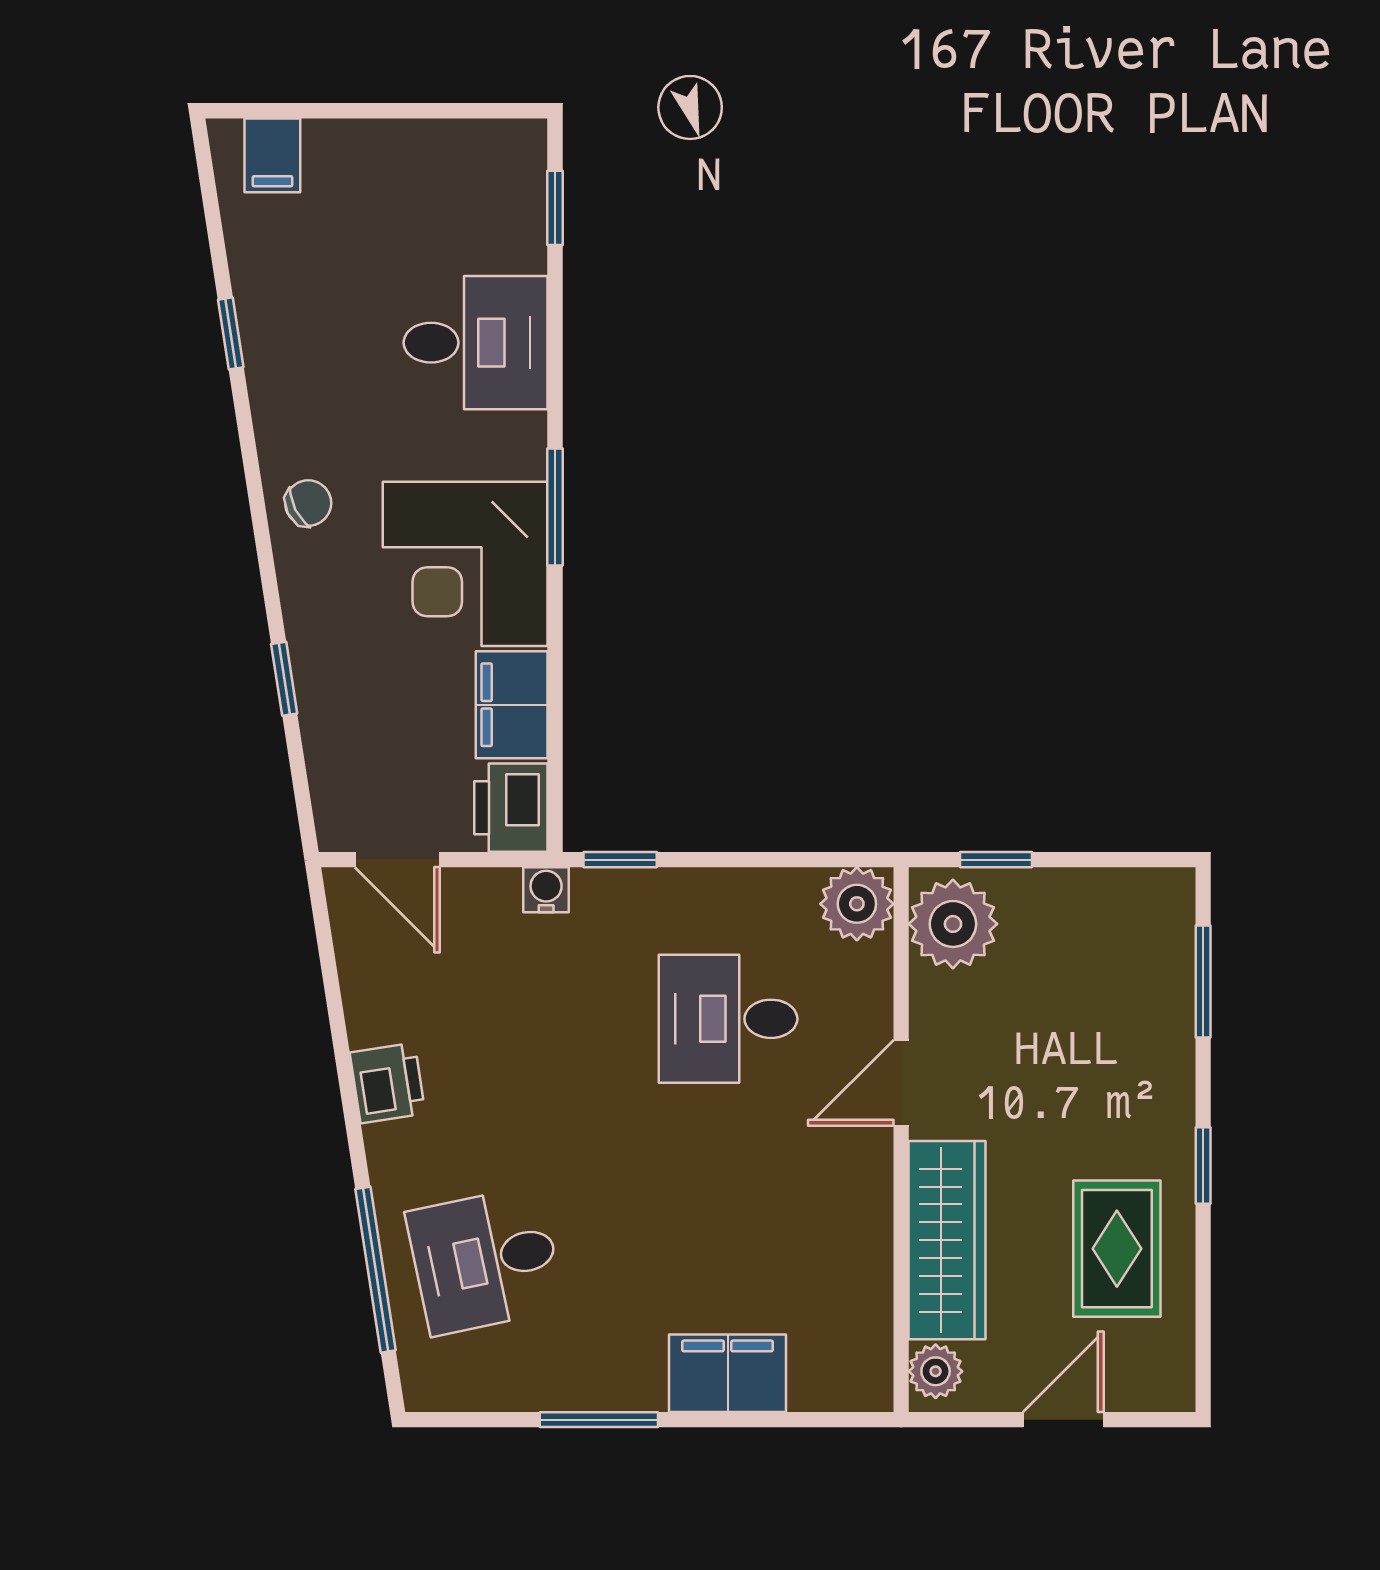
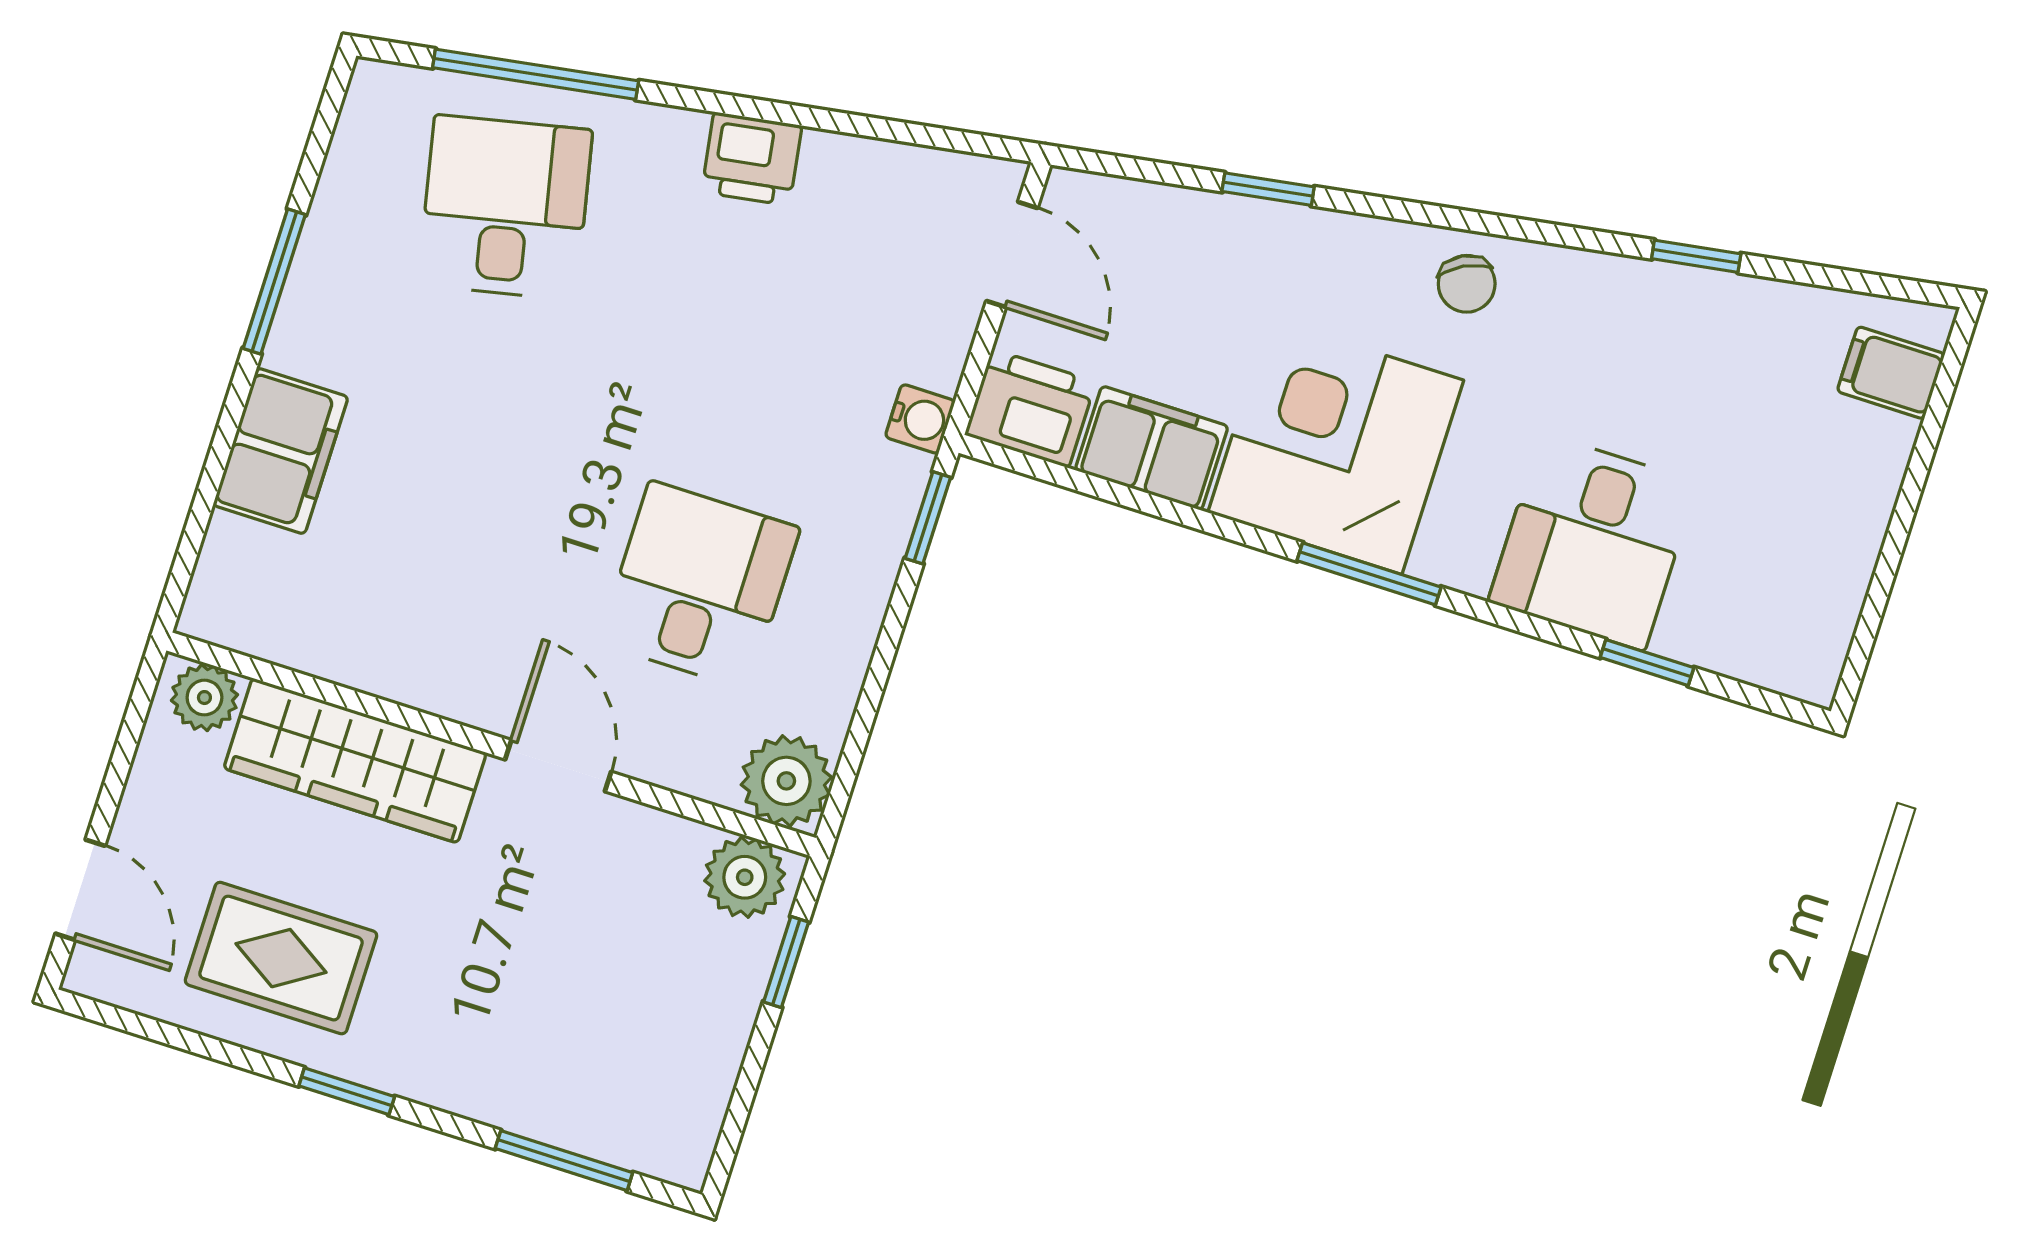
window: (555, 208) -> (1647, 663), moved
door: (397, 860) -> (1012, 255), swing flipped
plant: (953, 924) -> (745, 877), width x0.73, depth x0.73
door: (1063, 1420) -> (80, 890), moved

